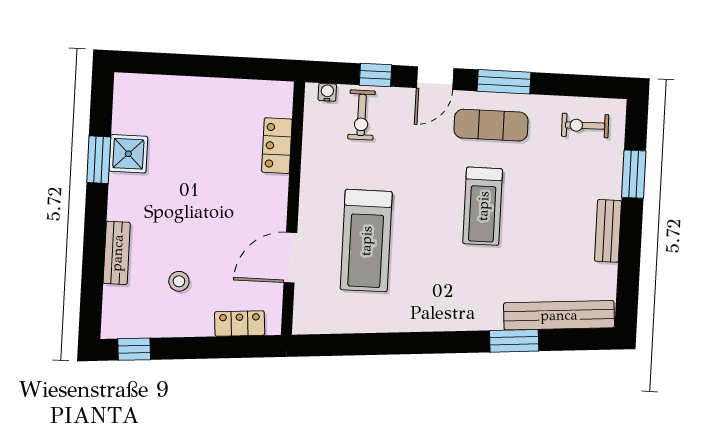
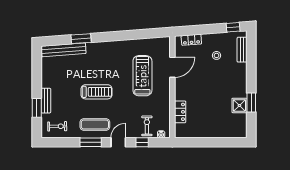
treadmill: (483, 206) -> (97, 92), turned 90
bench: (608, 231) -> (46, 101), moved
bench: (117, 253) -> (242, 50), moved

